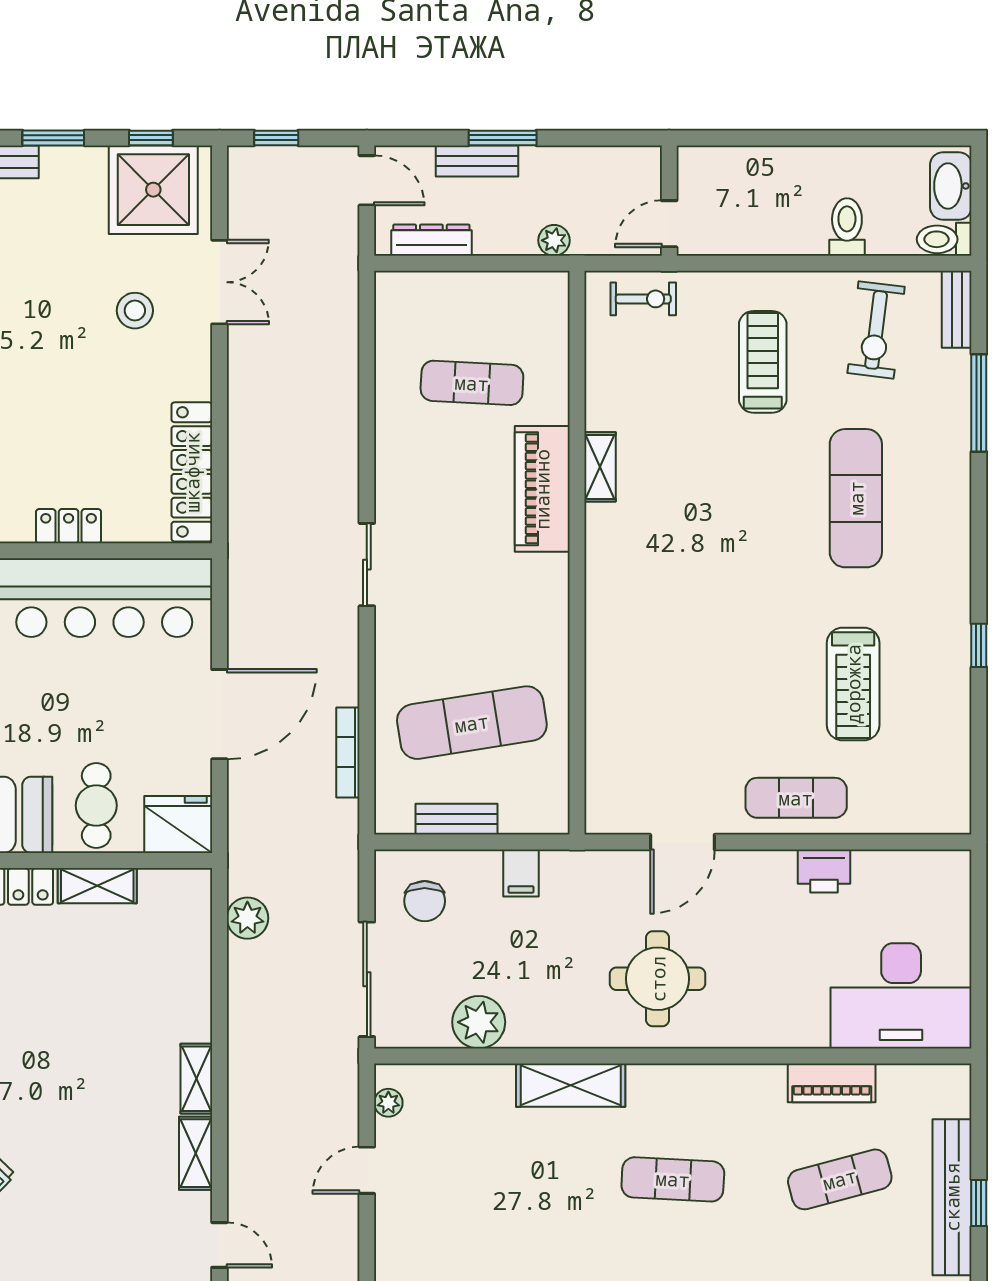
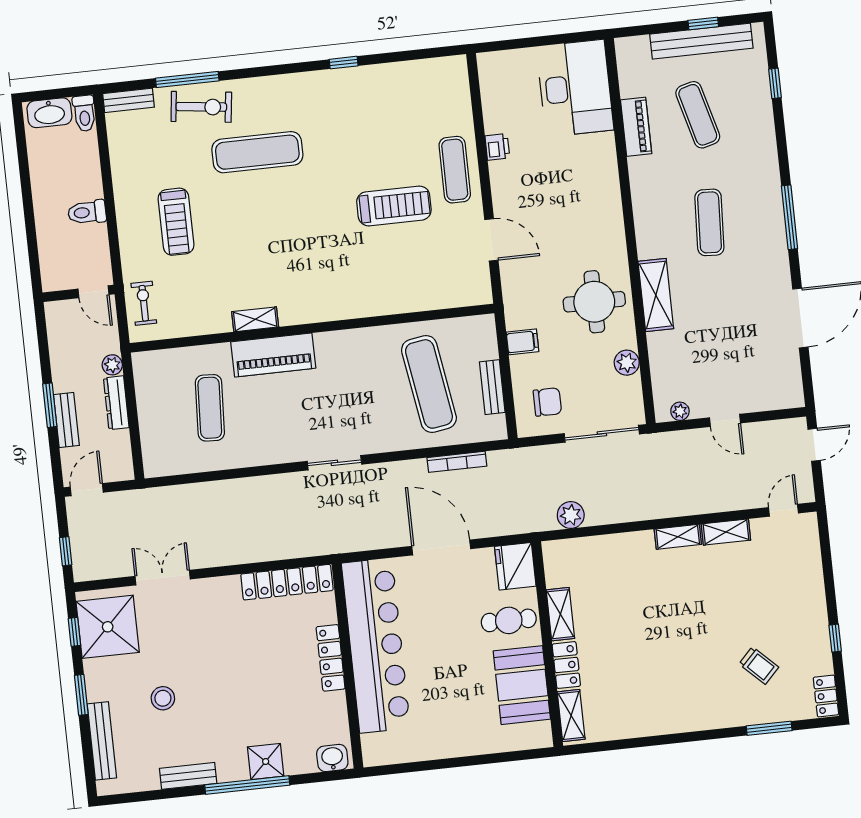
toilet: (847, 227) -> (87, 212), moved
dresser: (431, 240) -> (116, 403), moved
stool: (135, 311) -> (163, 698), moved
exercise bike: (876, 330) -> (201, 107), moved
treadmill: (763, 362) -> (176, 222), turned -90
locker: (69, 526) -> (331, 658), width x1.53
treadmill: (853, 684) -> (394, 206), moved
printer: (824, 871) -> (497, 147), width x0.73, depth x0.81
round table: (658, 979) -> (594, 302), moved
plant: (479, 1022) -> (627, 363), width x0.73, depth x0.73

